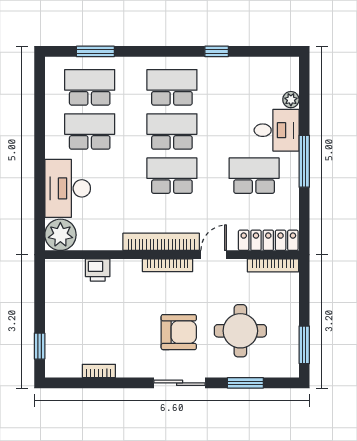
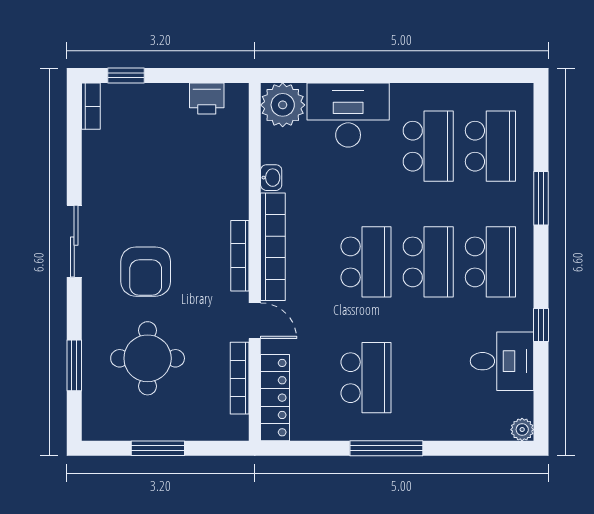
window: (95, 51) -> (541, 198), moved
plant: (291, 100) -> (522, 430), moved
desk: (277, 130) -> (502, 361), moved, turned -90
washbasin: (112, 243) -> (271, 178), added
bookcase: (273, 265) -> (240, 378), moved
printer: (98, 270) -> (207, 98), moved, turned -90
window: (304, 345) -> (158, 448), moved
bookcase: (99, 371) -> (91, 106), moved
sliding door: (180, 383) -> (74, 241), moved

